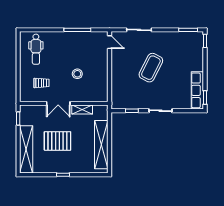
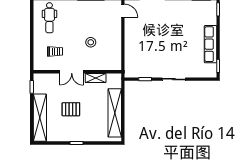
coffee table: (151, 68) -> (164, 36), removed
row of seats: (197, 90) -> (211, 44), moved
pallet: (57, 141) -> (71, 109), width x0.67, depth x0.71

